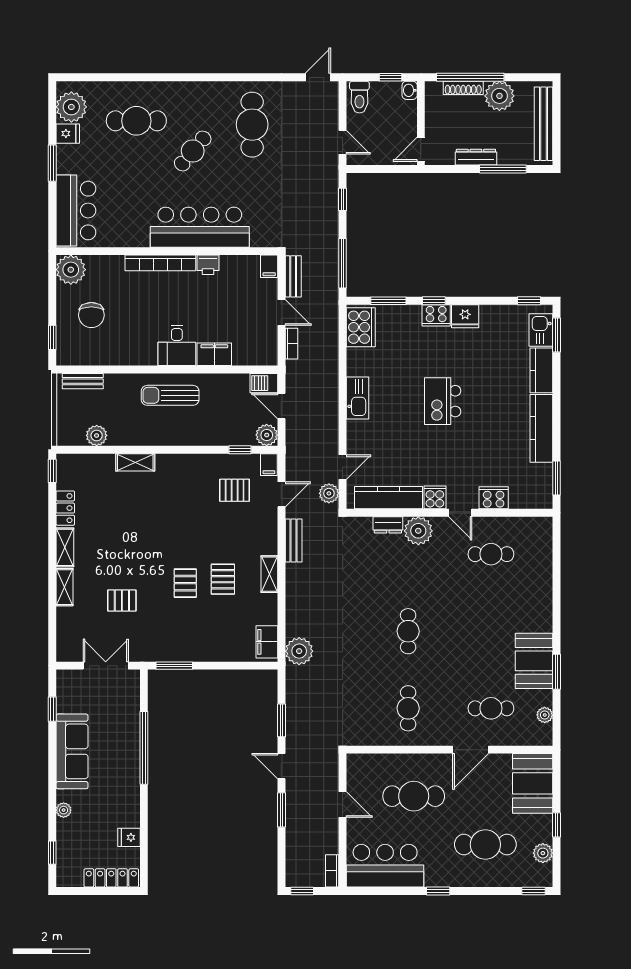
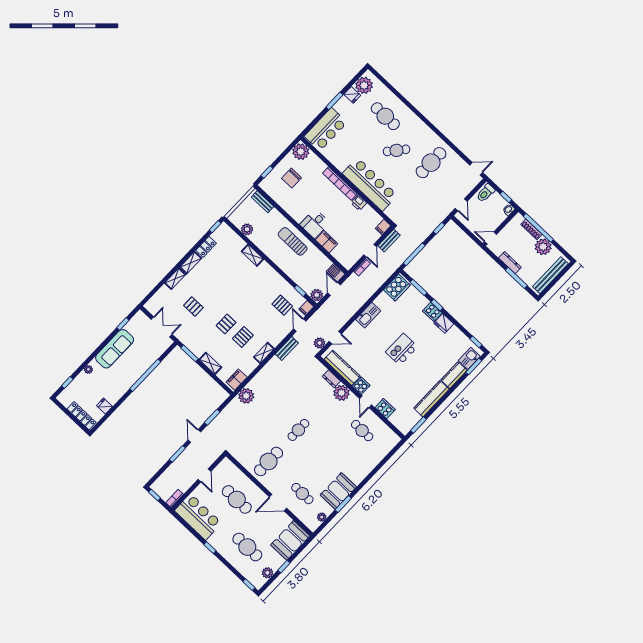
door: (281, 494) -> (300, 325), swing flipped
shelving: (213, 653) -> (210, 363), added
cafe table: (408, 708) -> (269, 461), width x1.37, depth x1.35

